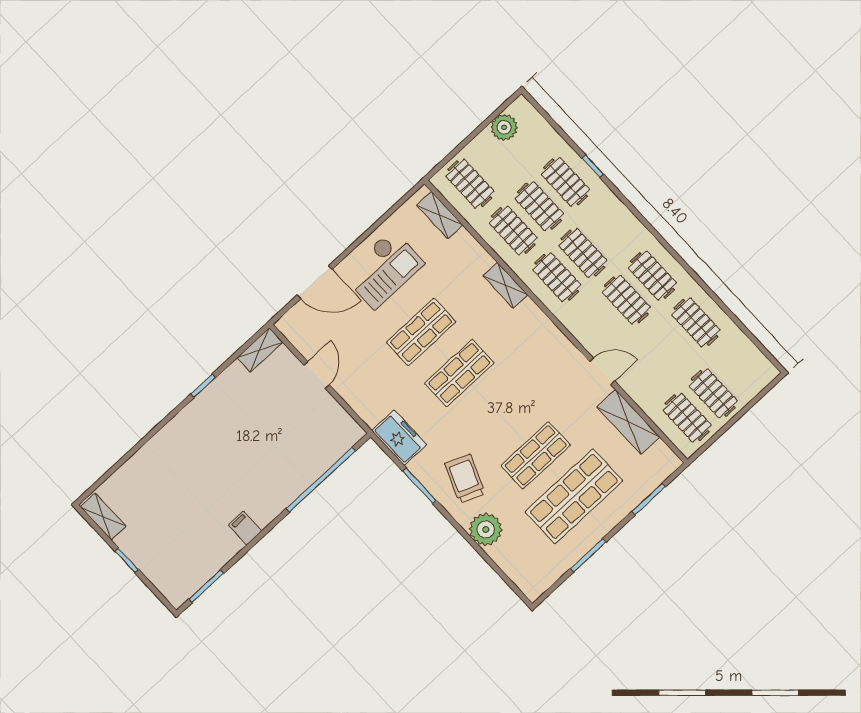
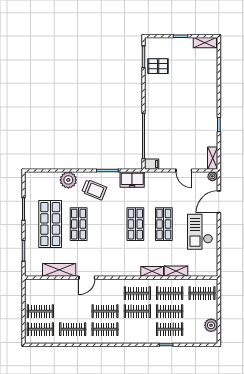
shelving: (440, 215) -> (176, 271), moved
plant: (287, 326) -> (212, 176), added
clothes rail: (687, 418) -> (40, 329), moved
filing cabinet: (245, 528) -> (152, 164), moved
pallet: (200, 553) -> (158, 66), added

